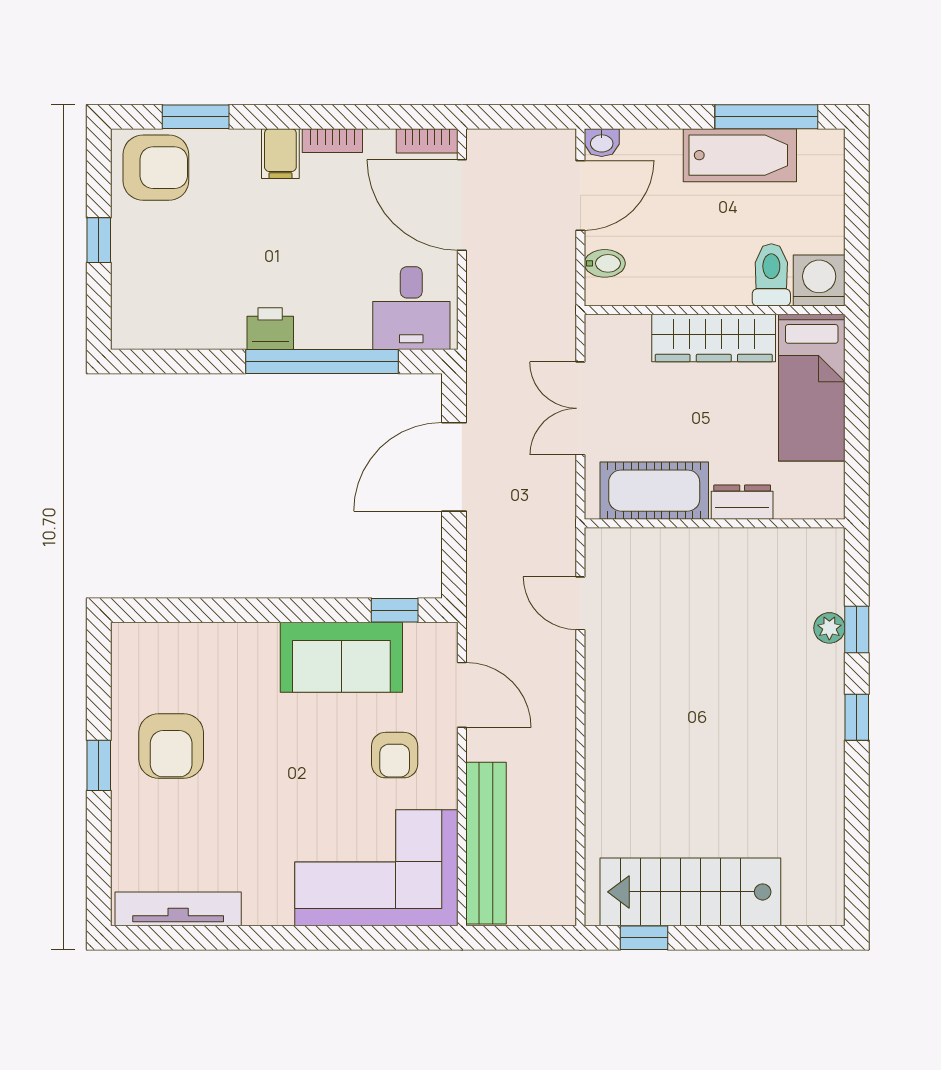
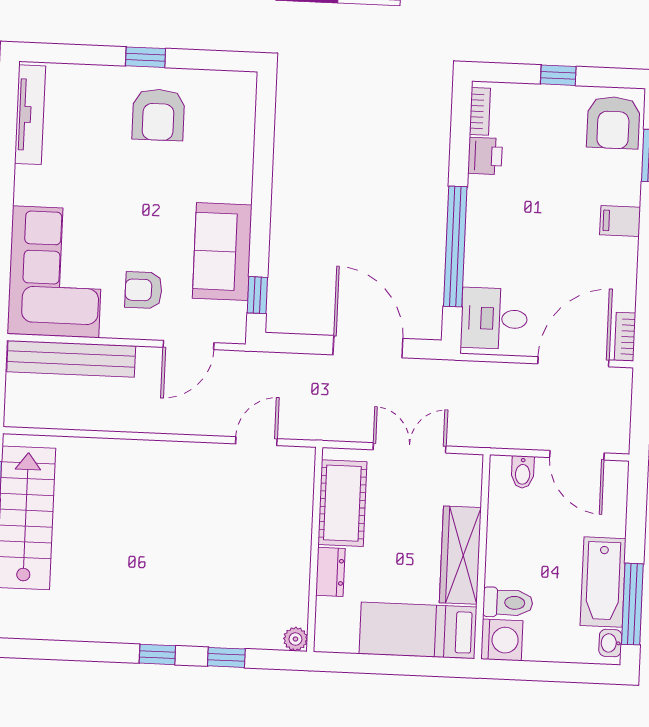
bookcase: (332, 141) -> (480, 111), moved, turned 180
washbasin: (602, 143) -> (610, 643), moved
printer: (270, 329) -> (485, 156), moved
plant: (829, 628) -> (295, 639), moved
armchair: (171, 746) -> (158, 115), turned -90

